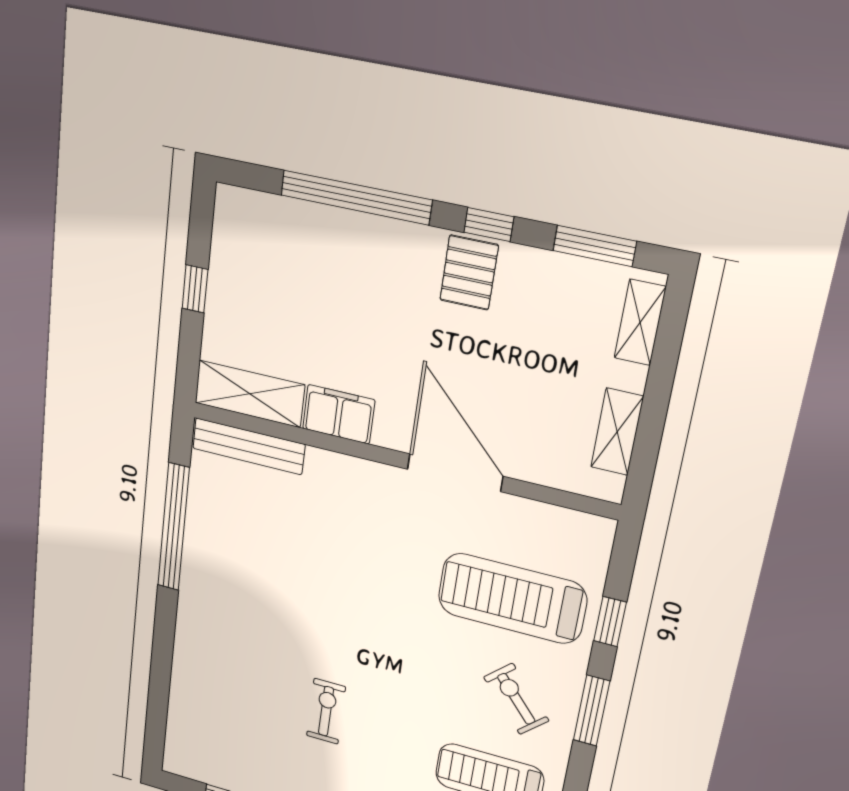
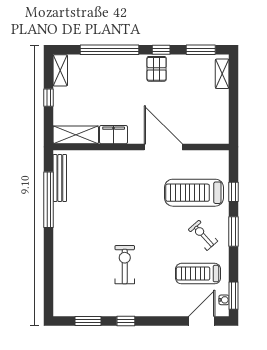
shelving: (617, 432) -> (60, 70), moved
bench: (249, 446) -> (60, 178), moved, turned 90
exercise bike: (326, 711) -> (125, 265), width x1.38, depth x1.39

